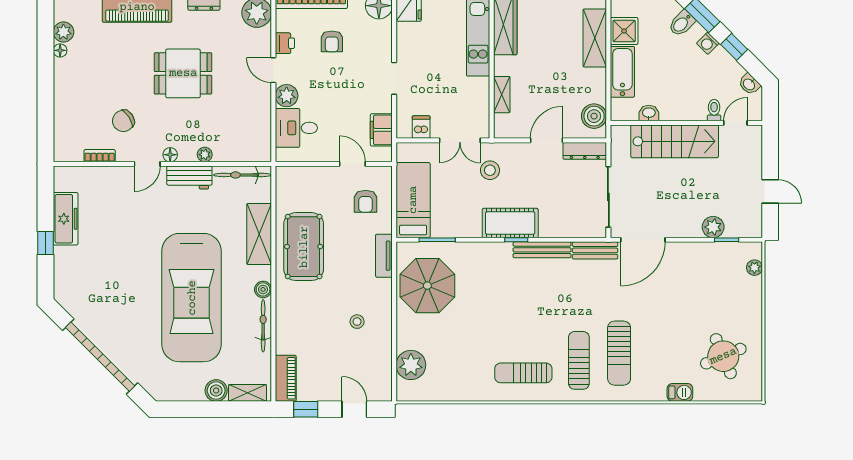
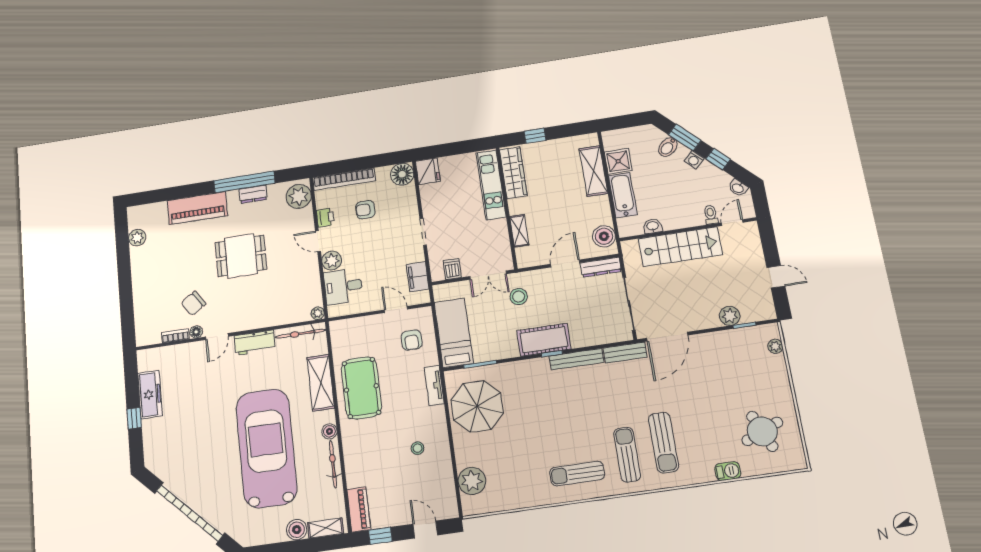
armchair: (332, 41) -> (365, 210), turned 90
floor lamp: (60, 50) -> (135, 253), removed
floor lamp: (170, 155) -> (196, 332), moved
plant: (205, 155) -> (318, 313), moved
car: (192, 298) -> (266, 448), turned 180

